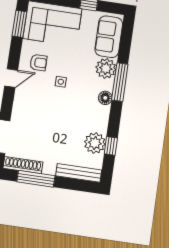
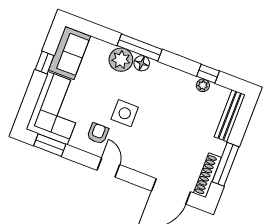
sofa: (109, 37) -> (69, 53), moved, turned -90
side table: (61, 82) -> (125, 113), width x1.87, depth x1.87
floor lamp: (105, 98) -> (142, 63), moved
plant: (95, 143) -> (203, 85), width x0.53, depth x0.53

